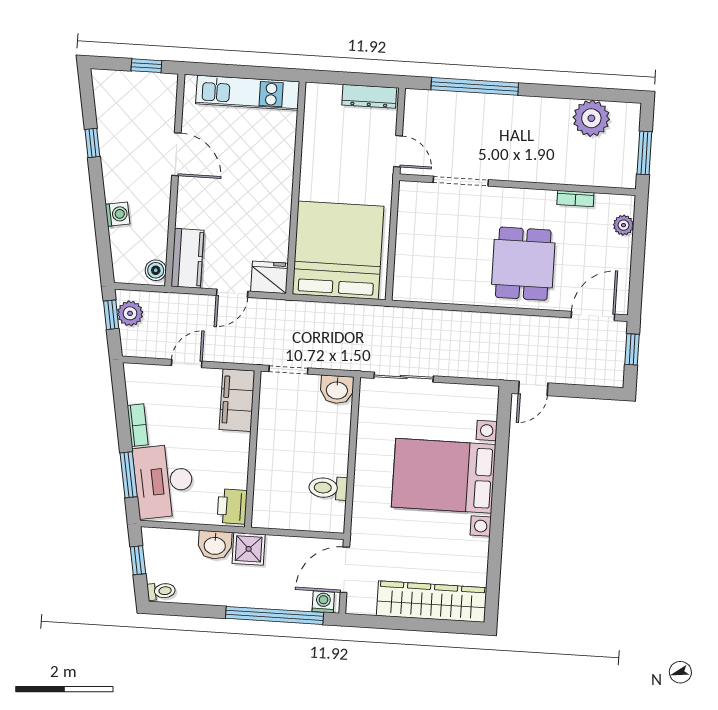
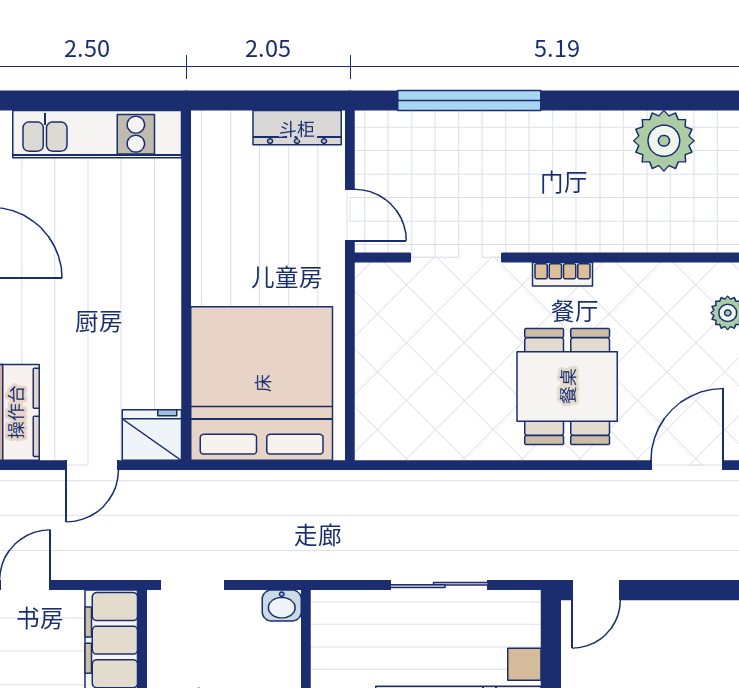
bookcase: (575, 199) -> (563, 274), moved
sliding door: (404, 377) -> (439, 585), moved
washbasin: (337, 390) -> (282, 605), width x0.72, depth x0.69

